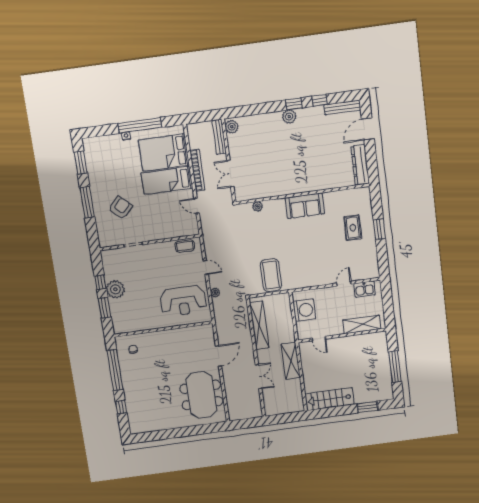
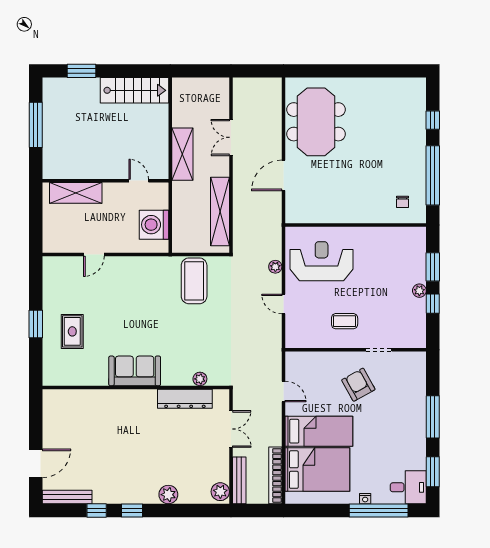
plant: (289, 117) -> (168, 495), moved
window: (140, 125) -> (379, 510), moved
desk: (96, 149) -> (408, 487), added
dresser: (360, 165) -> (185, 399), moved, turned 90
bookcase: (197, 170) -> (275, 475), moved
armchair: (121, 208) -> (358, 385), moved, turned 107
coffee table: (185, 246) -> (345, 321), moved
plant: (115, 289) -> (419, 291), width x0.53, depth x0.53
kitchen sink: (365, 289) -> (66, 243), removed

